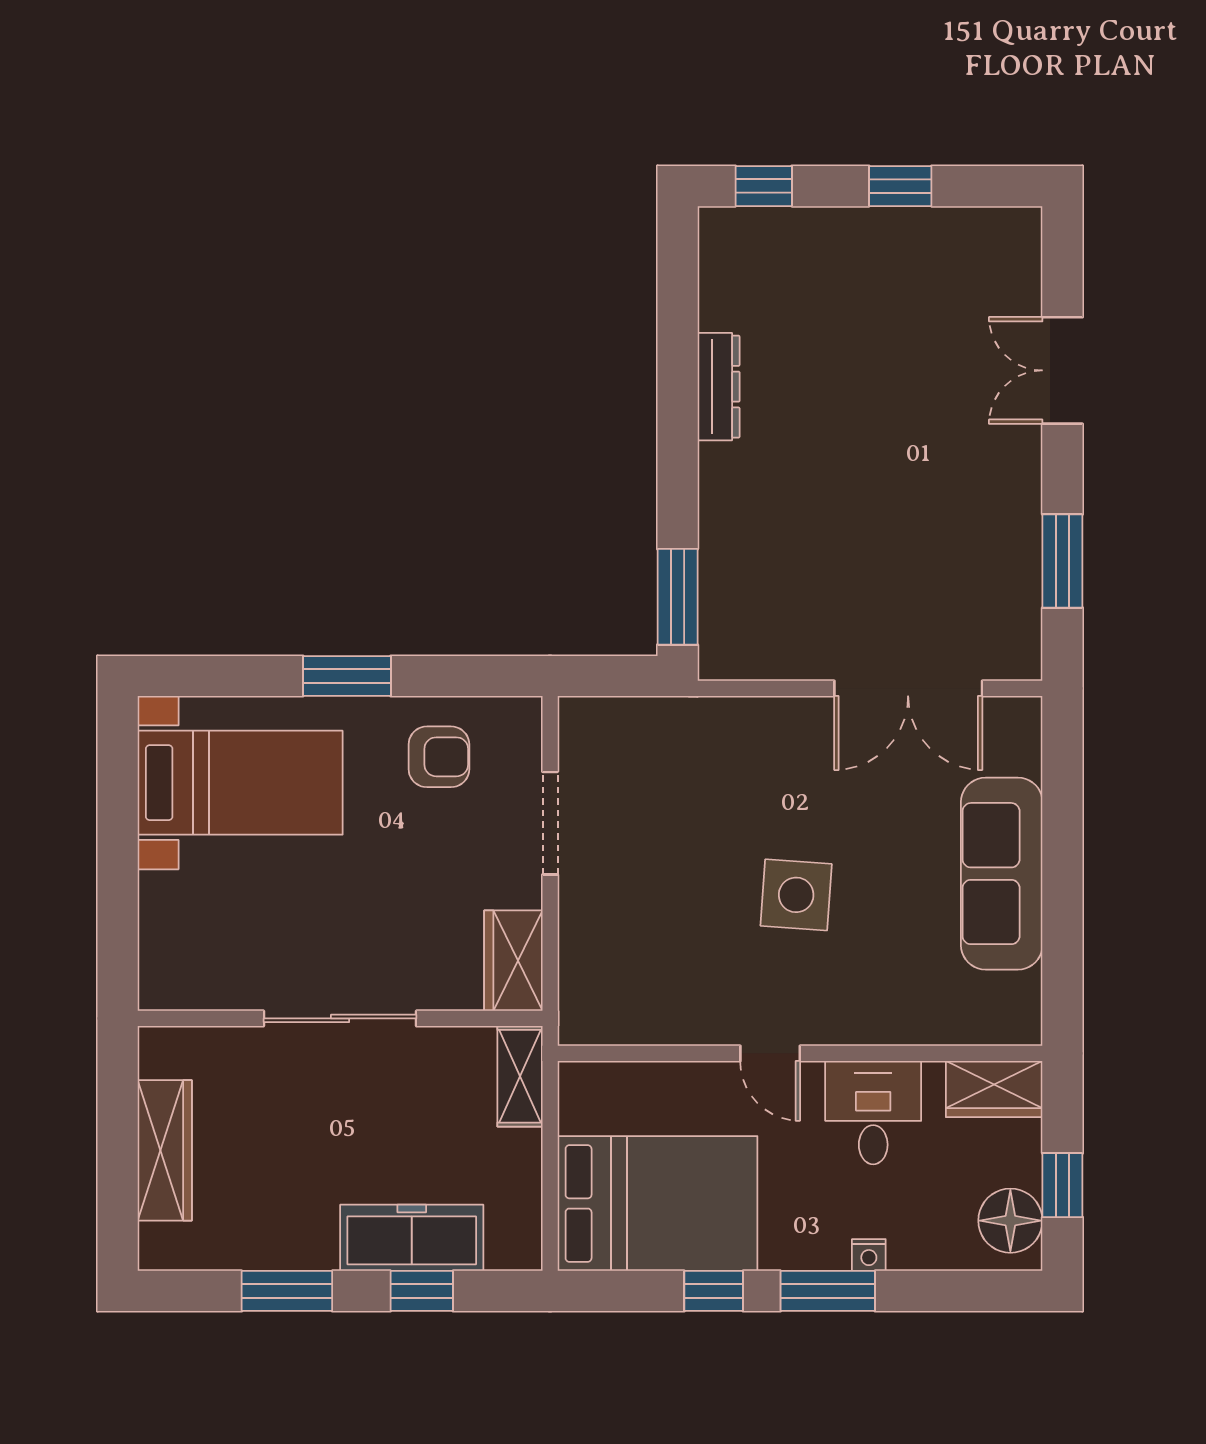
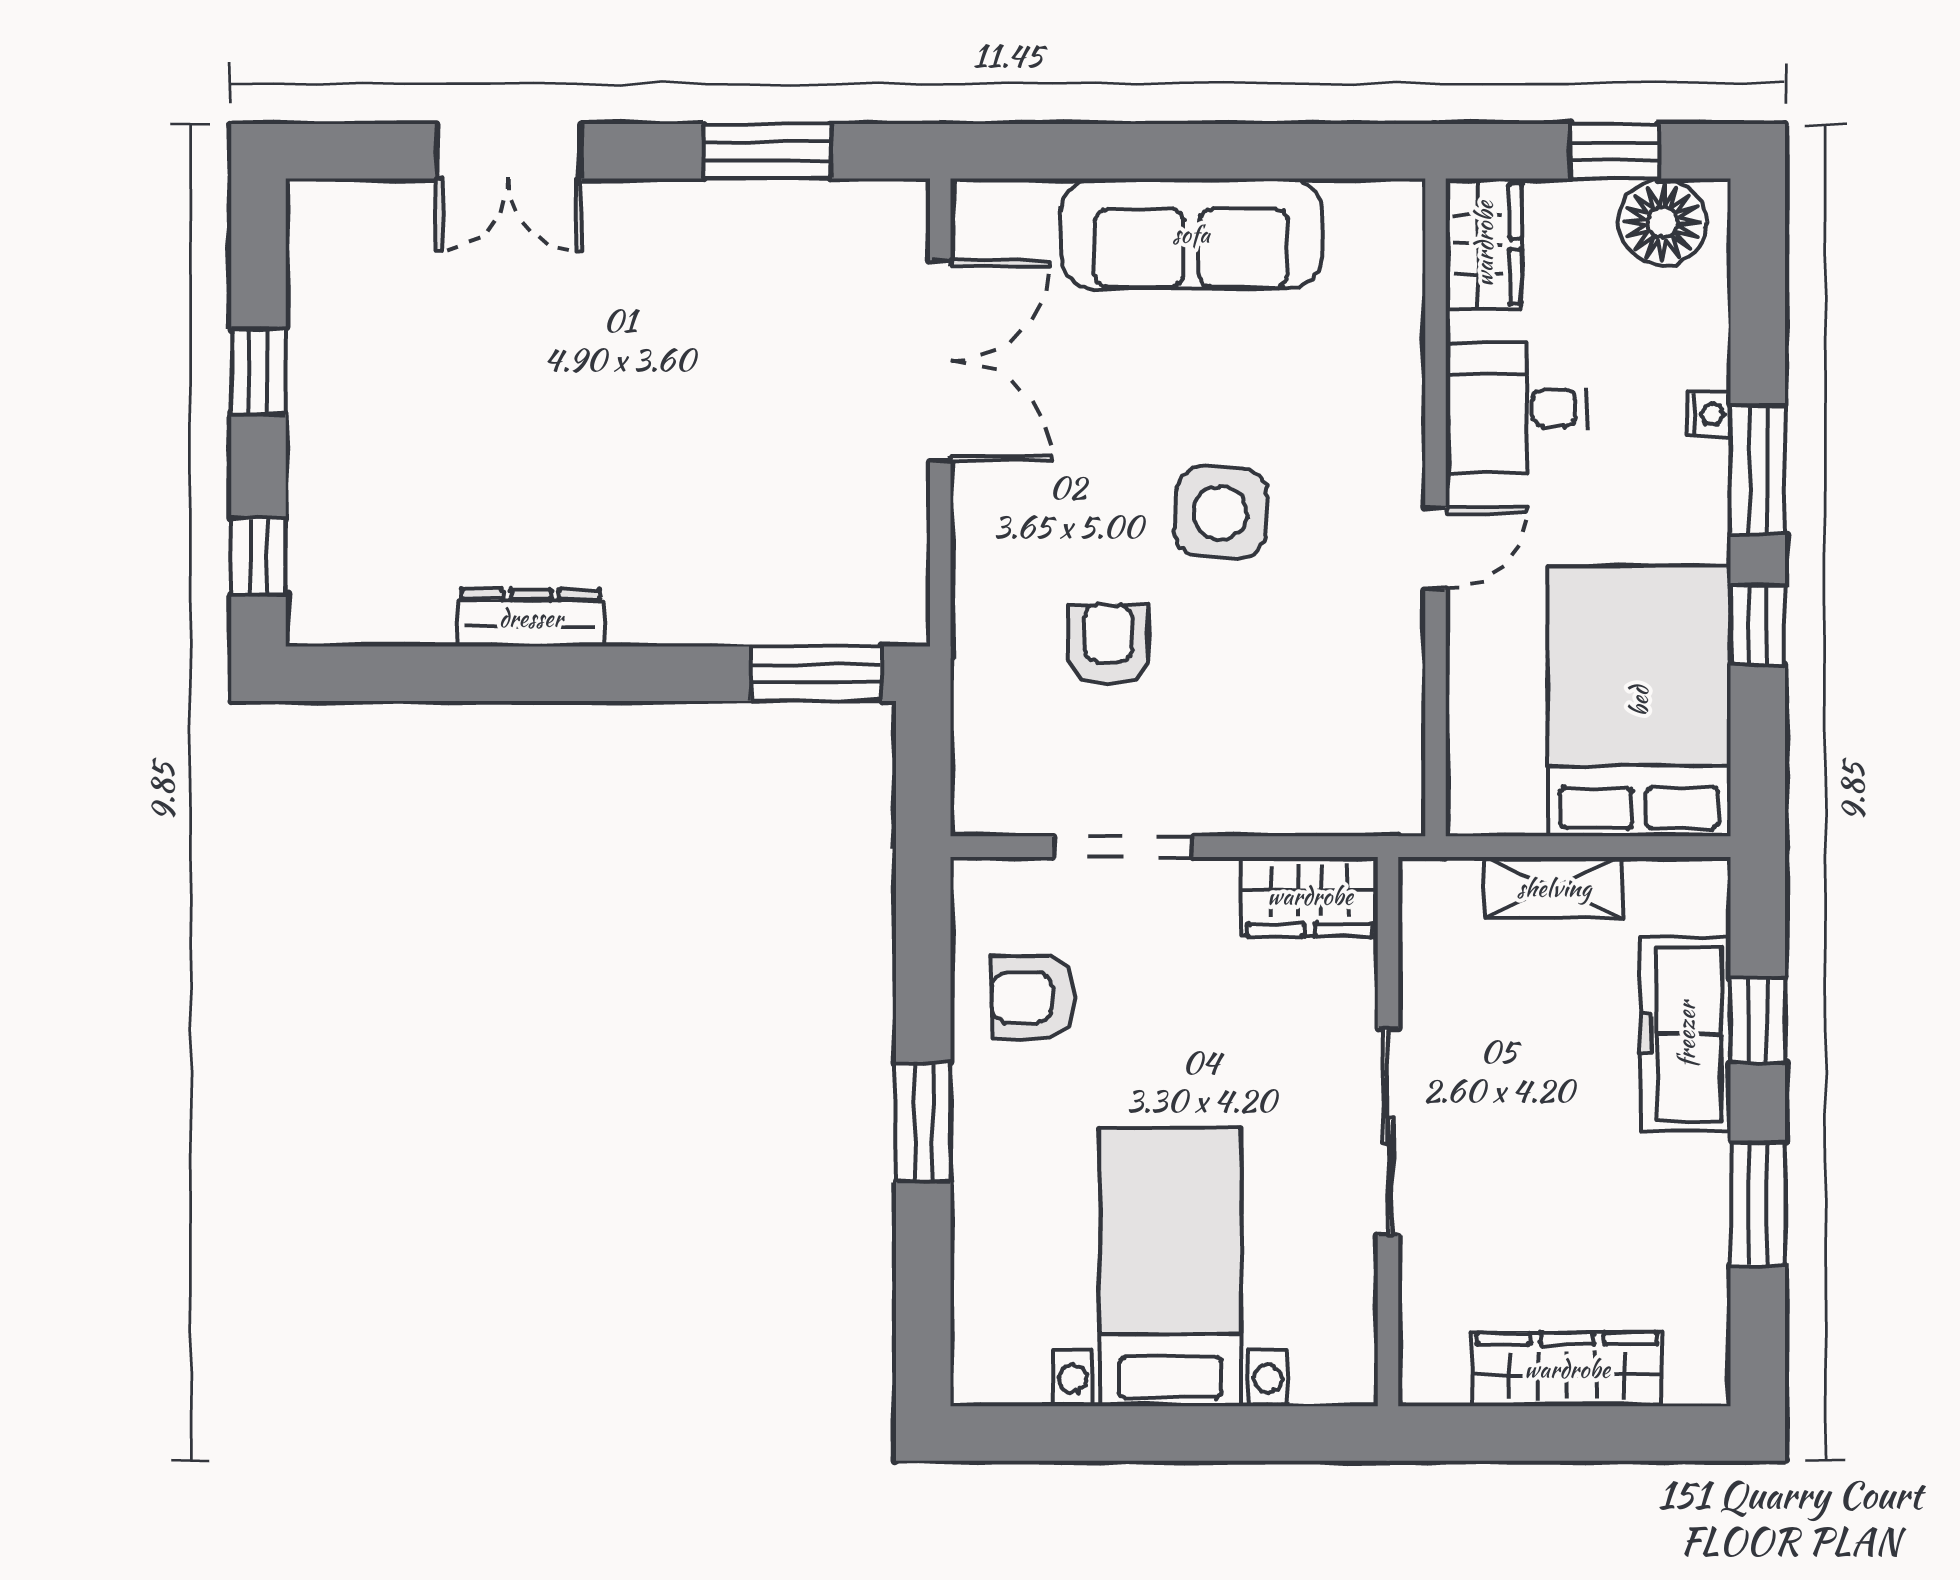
armchair: (439, 757) -> (1033, 997), turned -90
bed with nightstands: (240, 783) -> (1170, 1267), moved
armchair: (699, 812) -> (1108, 645), added
shelving: (520, 1076) -> (1554, 888), moved

